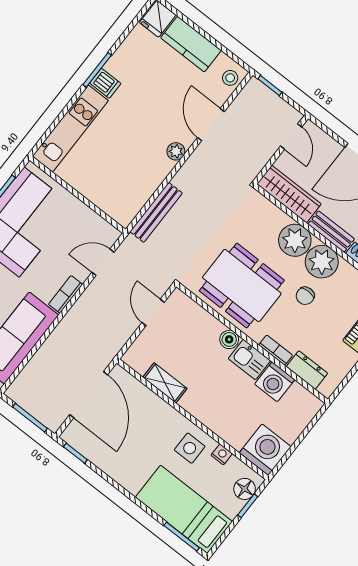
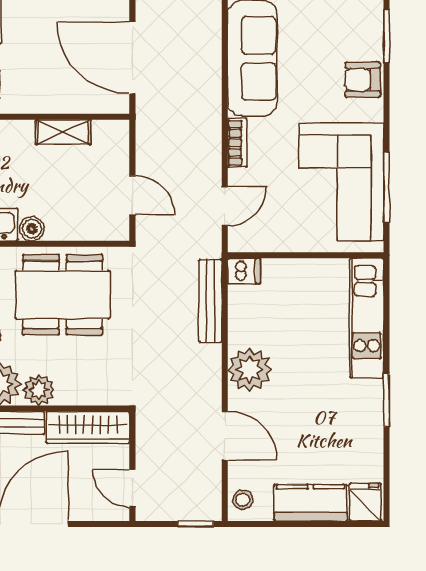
dishwasher: (105, 83) -> (244, 271), moved, turned 180
plant: (176, 151) -> (249, 370), width x1.88, depth x1.88
plant: (295, 240) -> (39, 390), width x0.73, depth x0.73

